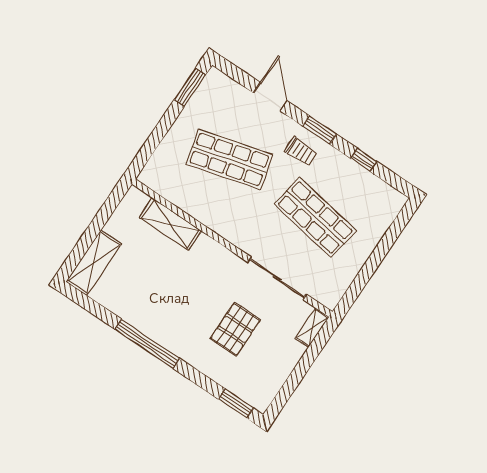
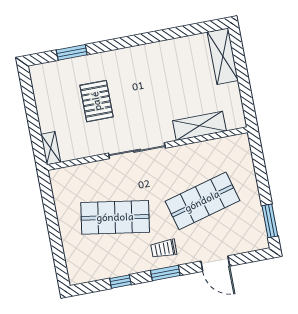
sliding door: (277, 278) -> (137, 151), moved
window: (147, 344) -> (142, 39), removed
window: (236, 404) -> (72, 52), moved

